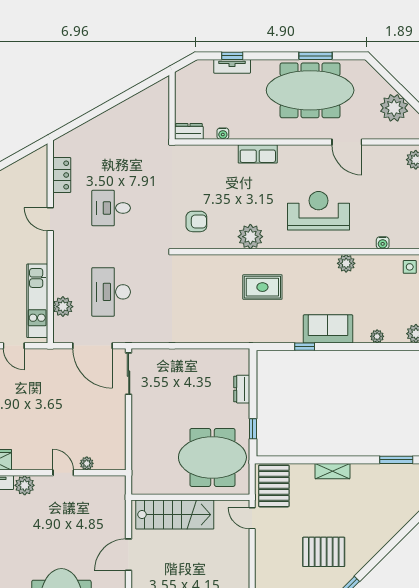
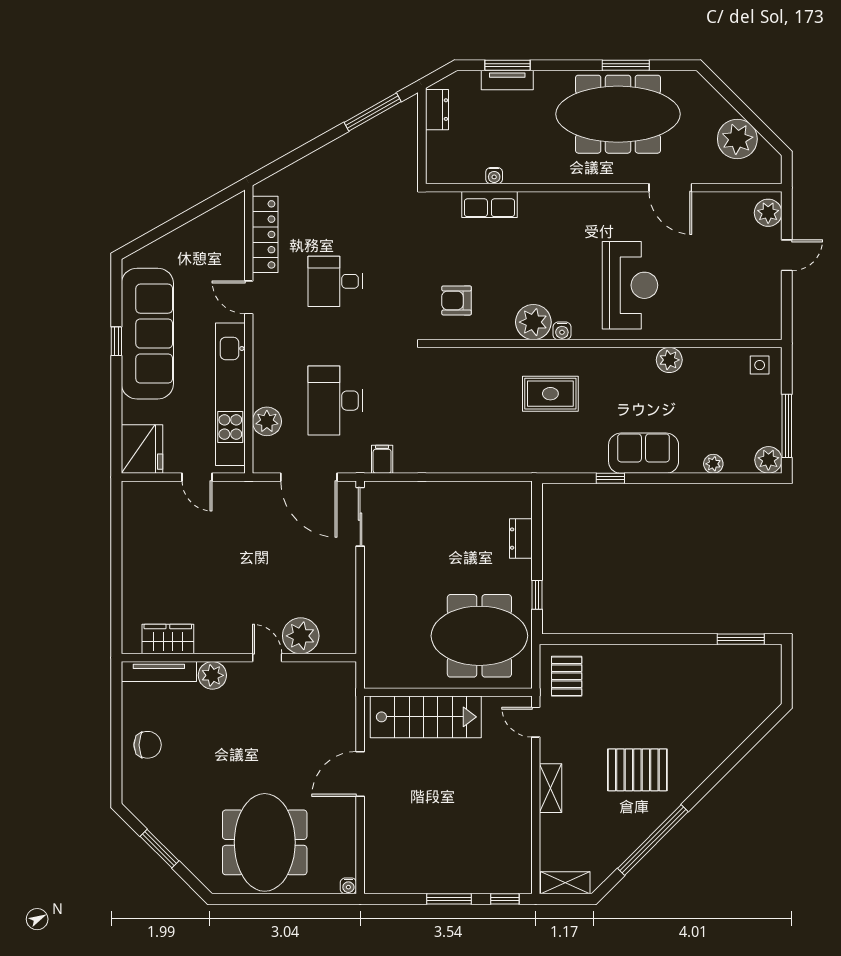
window: (232, 56) -> (508, 65), width x1.50
window: (137, 89) -> (373, 112), added
dresser: (189, 131) -> (437, 110), moved, turned 90
row of seats: (258, 154) -> (489, 205), moved
locker: (62, 175) -> (265, 234), width x1.53
reception desk: (319, 211) -> (630, 285), turned 90
armchair: (196, 221) -> (457, 300), turned 180
water cooler: (383, 243) -> (562, 331), moved
kitchen unit: (37, 301) -> (230, 394), width x1.36
filing cabinet: (144, 333) -> (382, 459), added
plant: (87, 463) -> (301, 636), width x1.88, depth x1.88
shelving: (332, 471) -> (550, 788), moved, turned 90
pallet: (274, 486) -> (567, 676), width x0.67, depth x0.71

